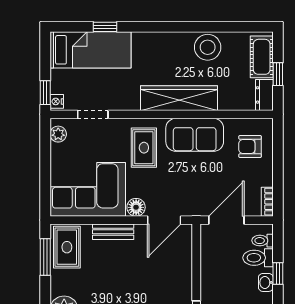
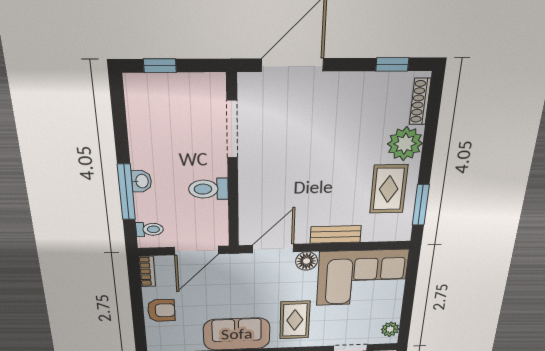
armchair: (250, 147) -> (161, 310), moved
rug: (67, 247) -> (389, 189), moved
toilet: (258, 258) -> (208, 189), moved, turned 180
window: (278, 274) -> (126, 192), width x2.17

